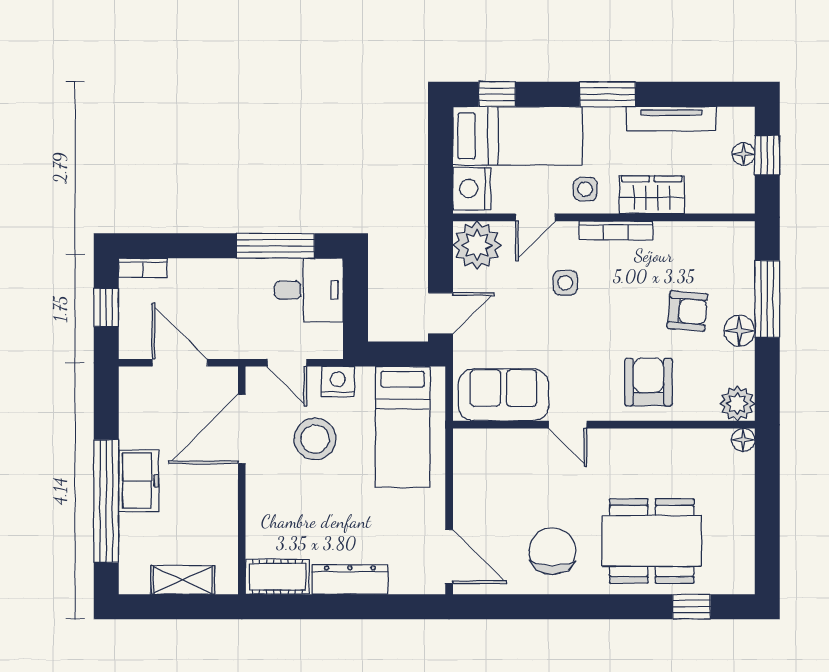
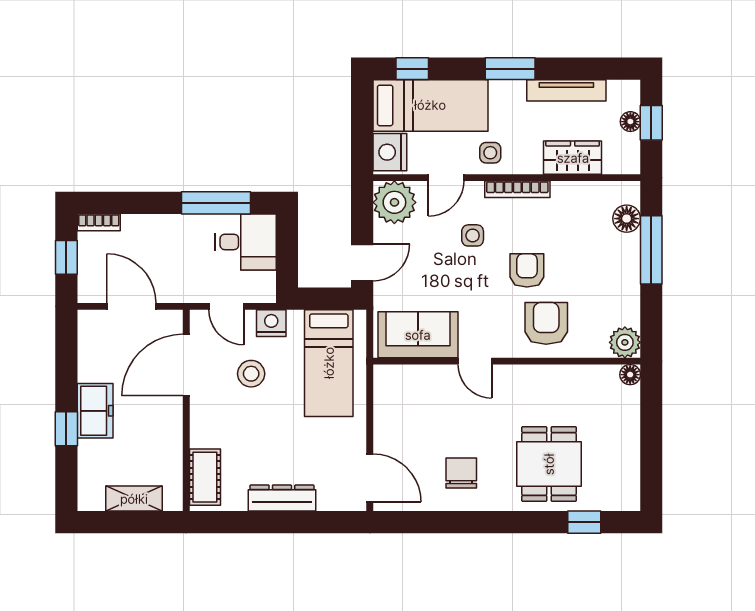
wardrobe: (652, 195) -> (573, 158), moved
armchair: (687, 311) -> (527, 270), moved, turned -95
floor lamp: (739, 331) -> (627, 219), moved
stool: (315, 439) -> (251, 374), width x0.73, depth x0.73
window: (106, 501) -> (66, 429), width x0.32
dining table: (652, 541) -> (549, 464), width x0.73
chair: (552, 551) -> (461, 473), width x0.73, depth x0.73
cot: (277, 577) -> (205, 477), moved, turned 90

